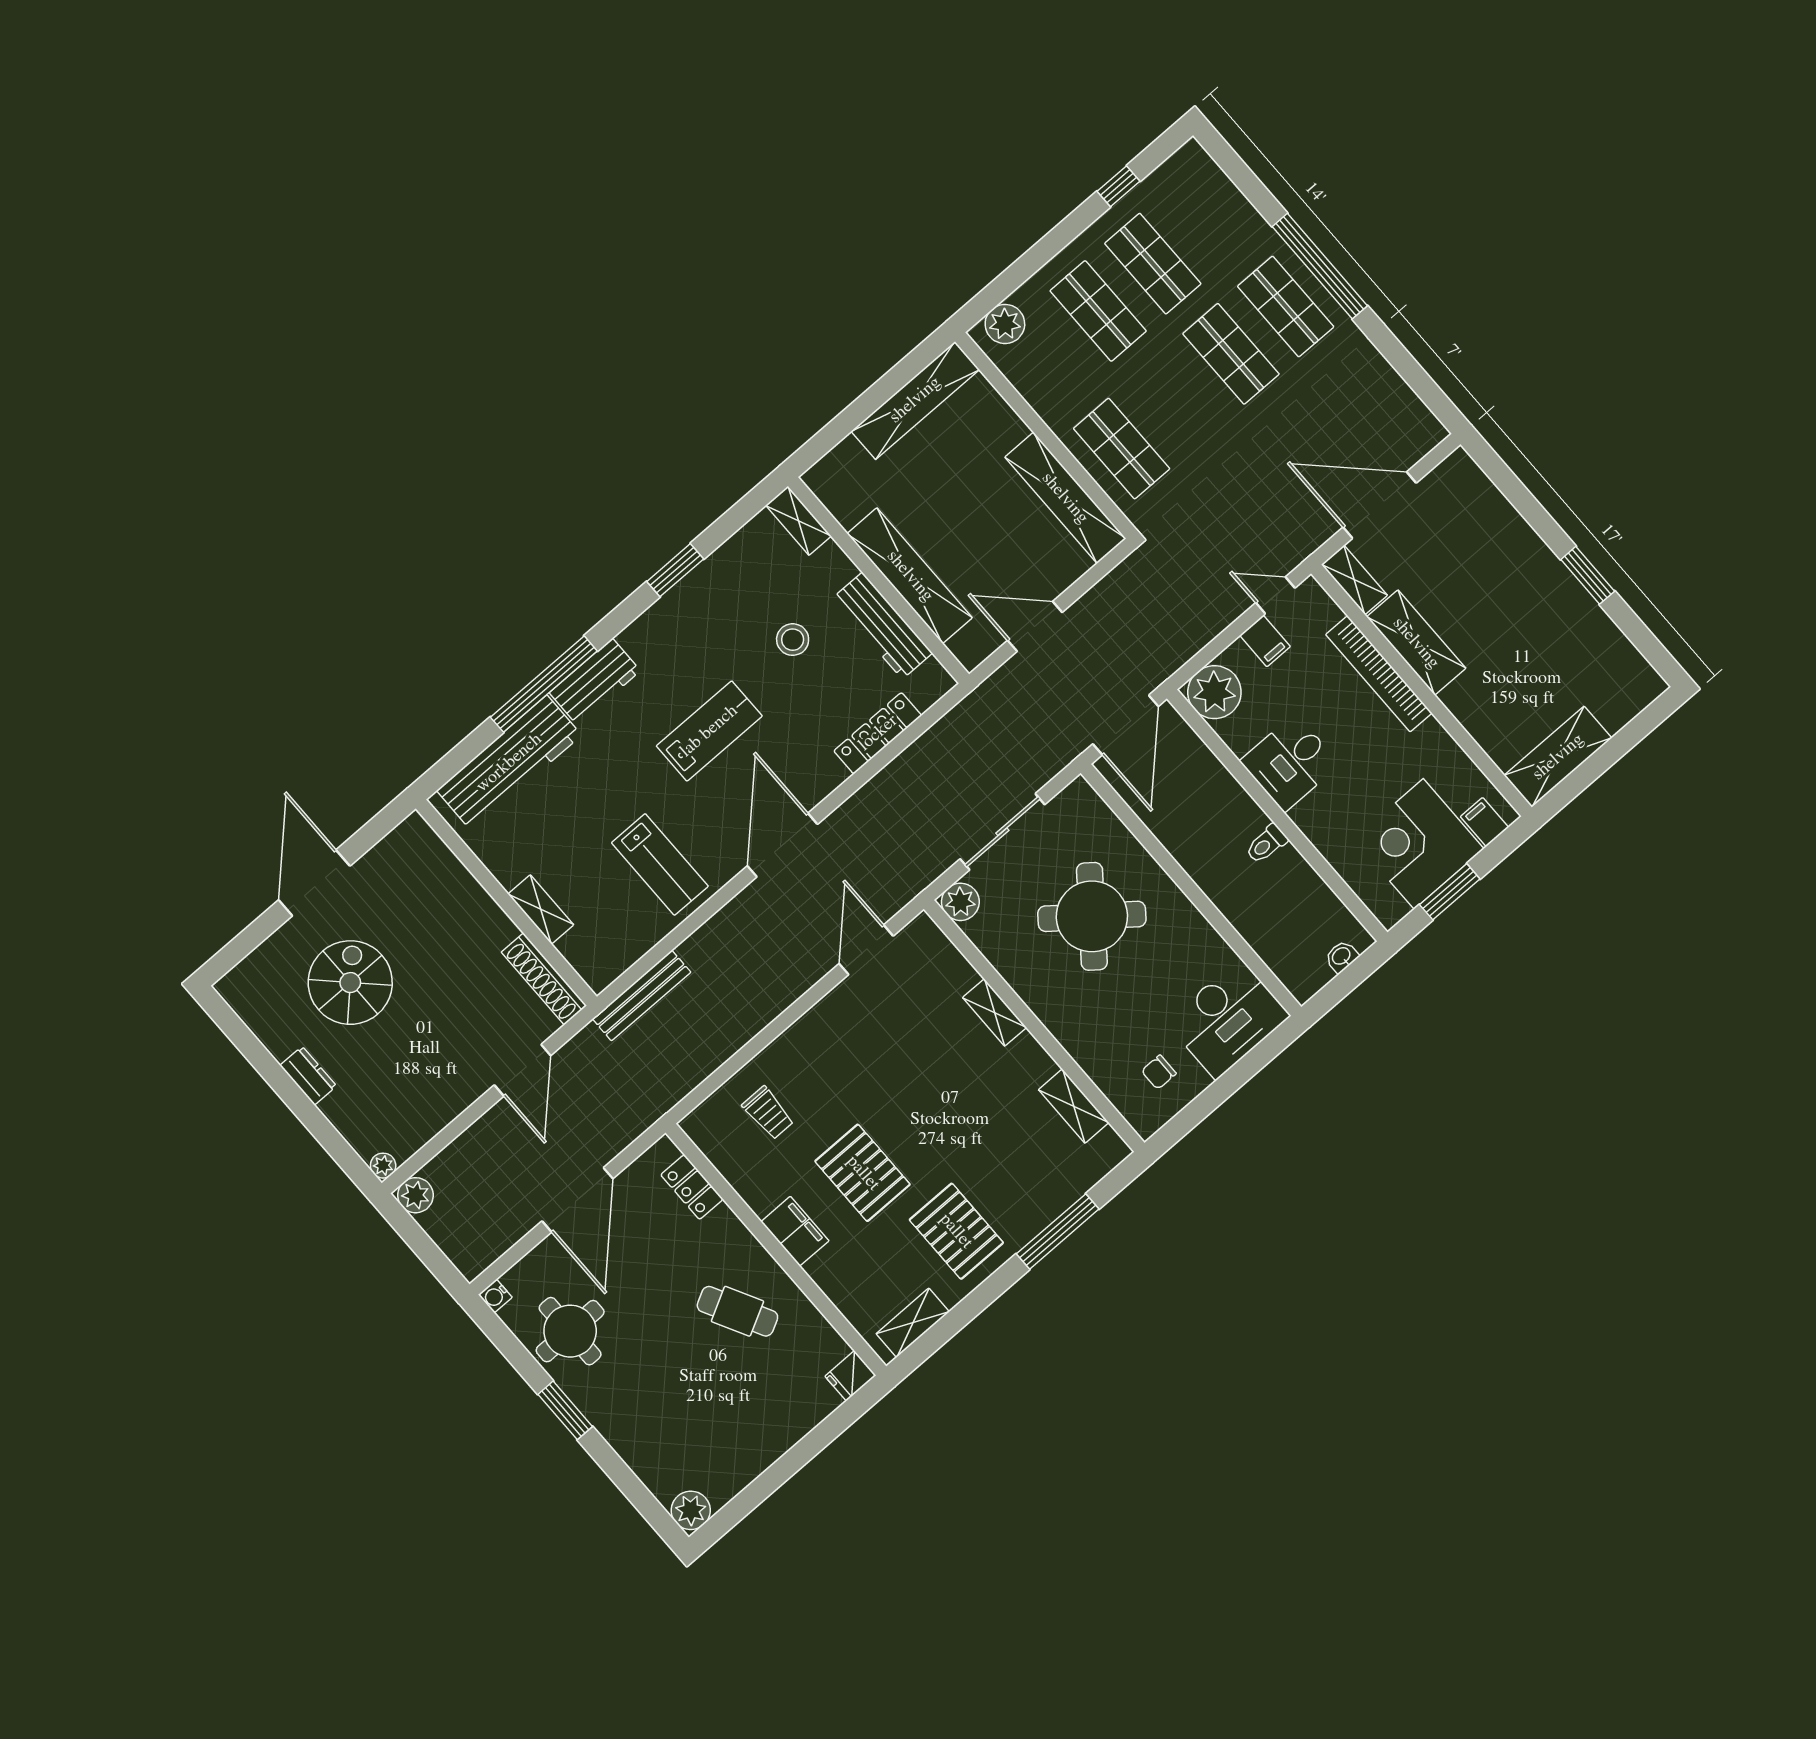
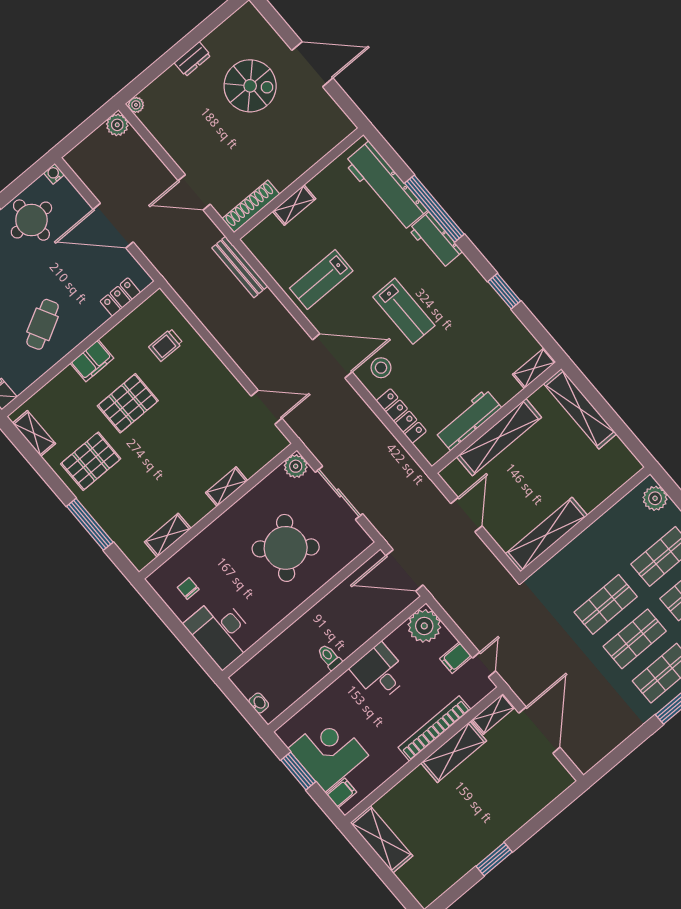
shelving: (915, 400) -> (580, 409), moved
shop shelf: (1122, 449) -> (606, 604), moved
stool: (793, 640) -> (381, 368), moved

